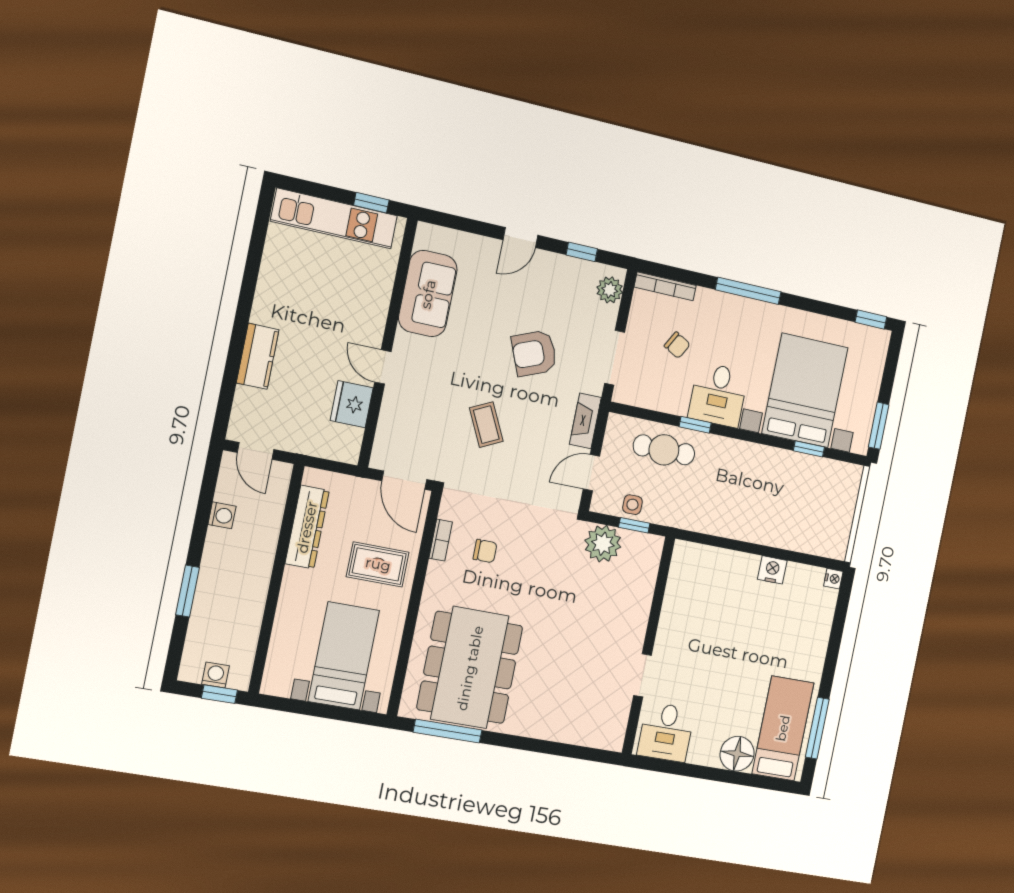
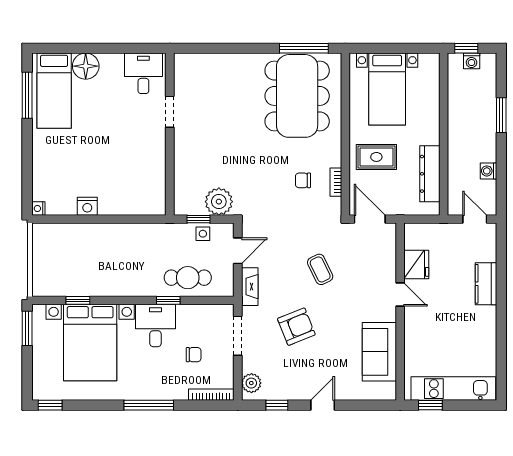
chair: (677, 345) -> (194, 355), turned 151

